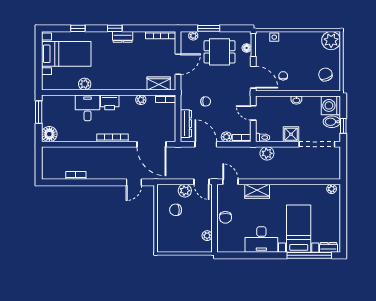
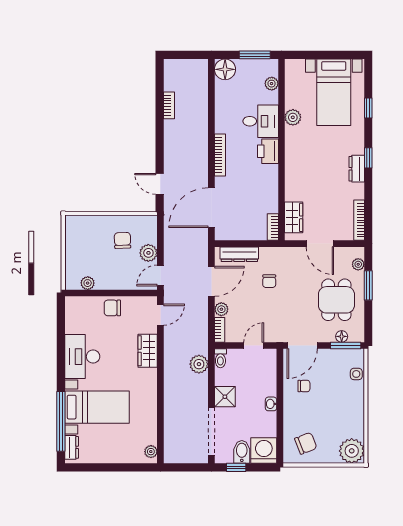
plant: (141, 100) -> (272, 84), moved

